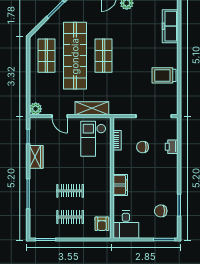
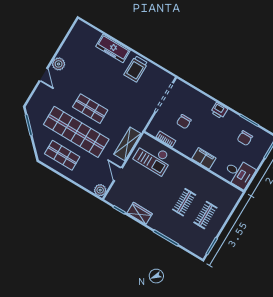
freezer: (170, 26) -> (113, 48), moved
door: (60, 116) -> (118, 174), swing flipped
printer: (172, 147) -> (219, 111), moved
armchair: (102, 224) -> (226, 192), removed

